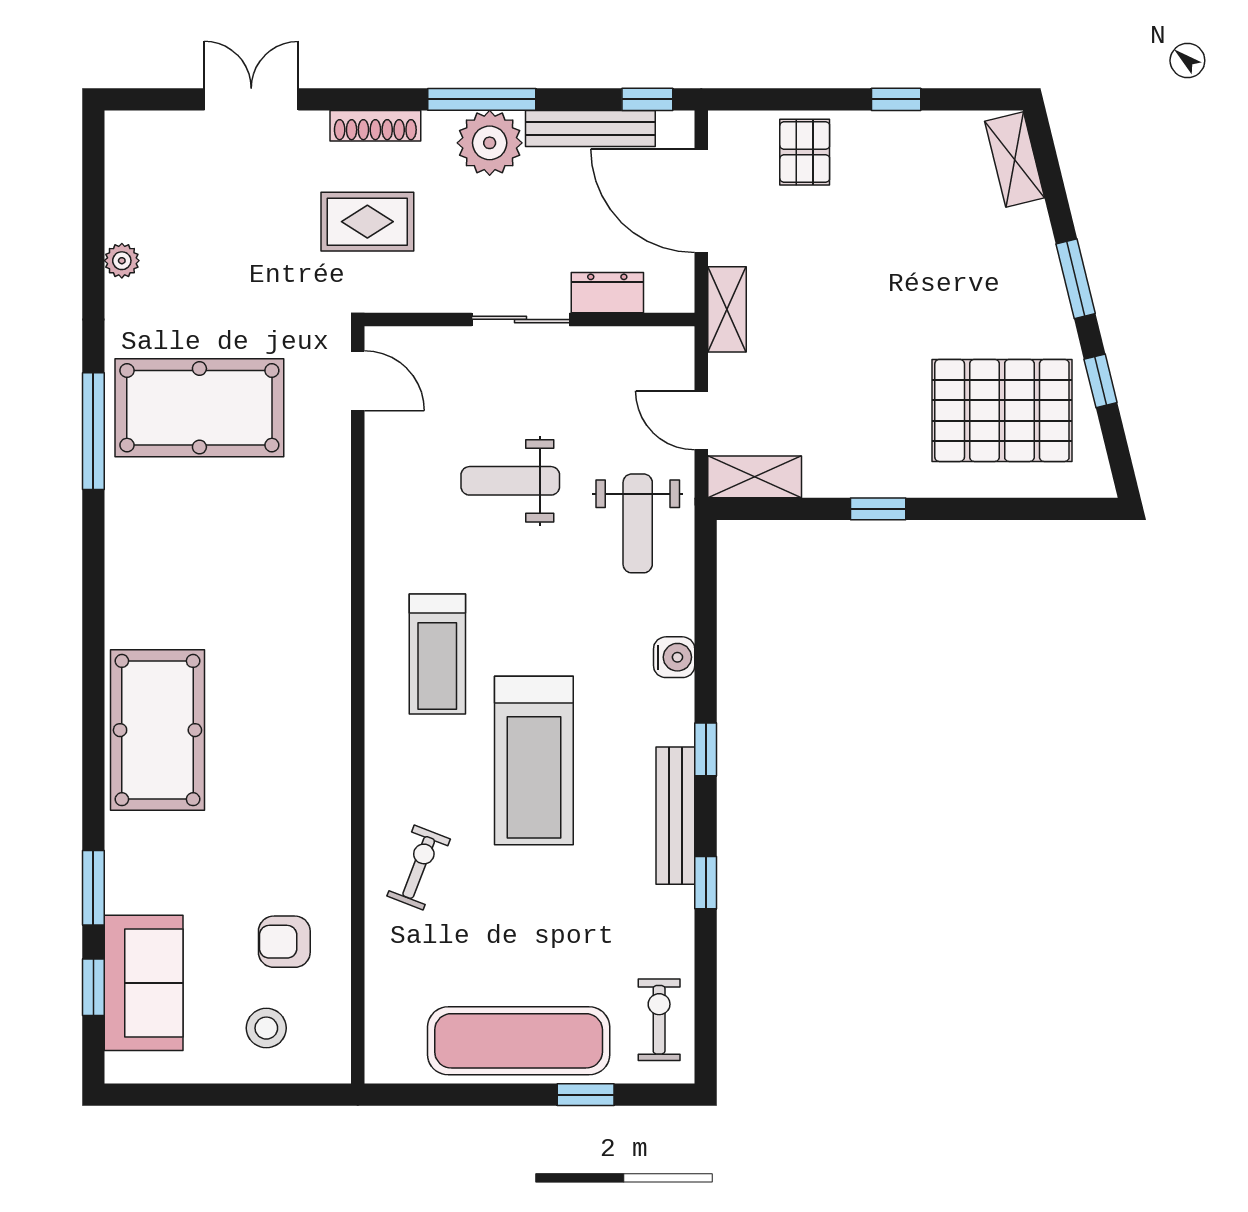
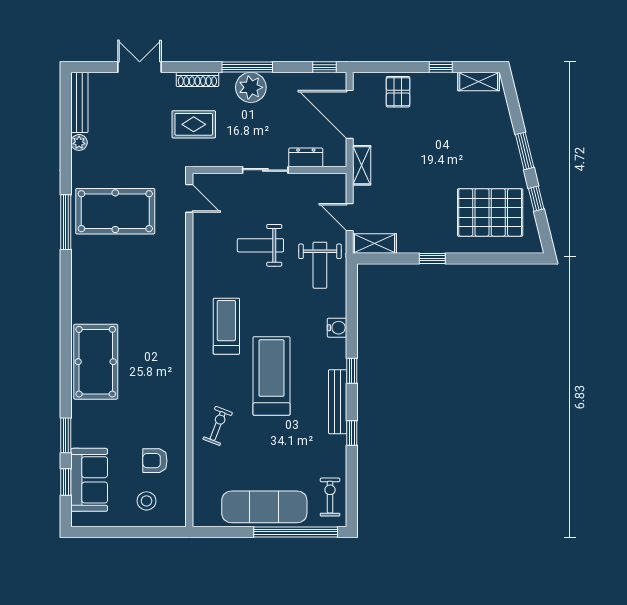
bench: (590, 128) -> (79, 102), moved, turned 90
shelving: (1015, 160) -> (479, 82), moved, turned -76
treadmill: (437, 654) -> (226, 326), turned 180
treadmill: (534, 760) -> (272, 376), turned 180
window: (586, 1095) -> (296, 532), width x3.17

